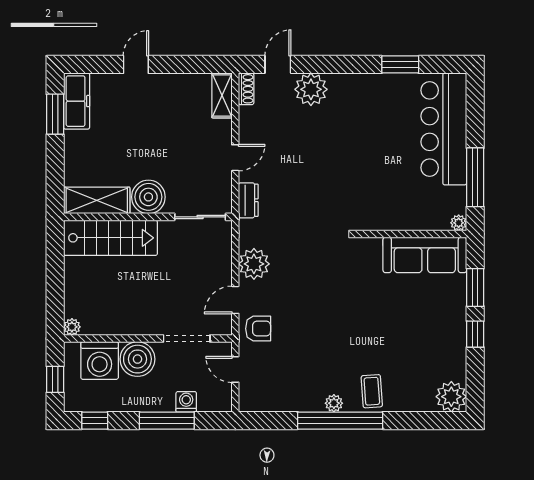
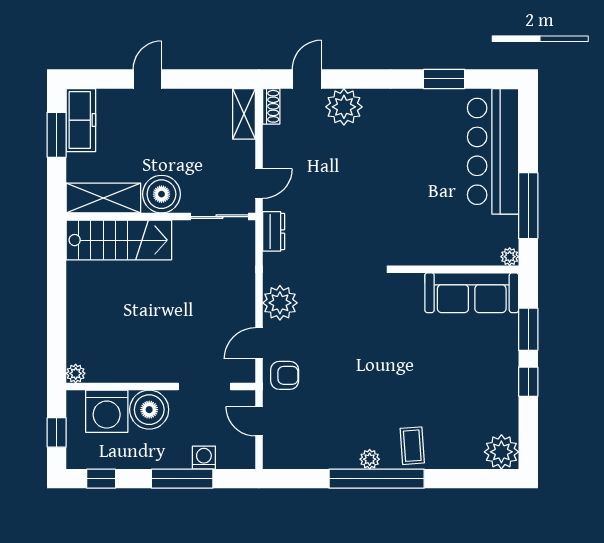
boiler: (148, 197) -> (161, 194), moved
shelving: (97, 200) -> (103, 198), moved
wall: (148, 217) -> (161, 217), moved
sliding door: (200, 217) -> (220, 217), moved
stairs: (110, 238) -> (119, 240), moved

